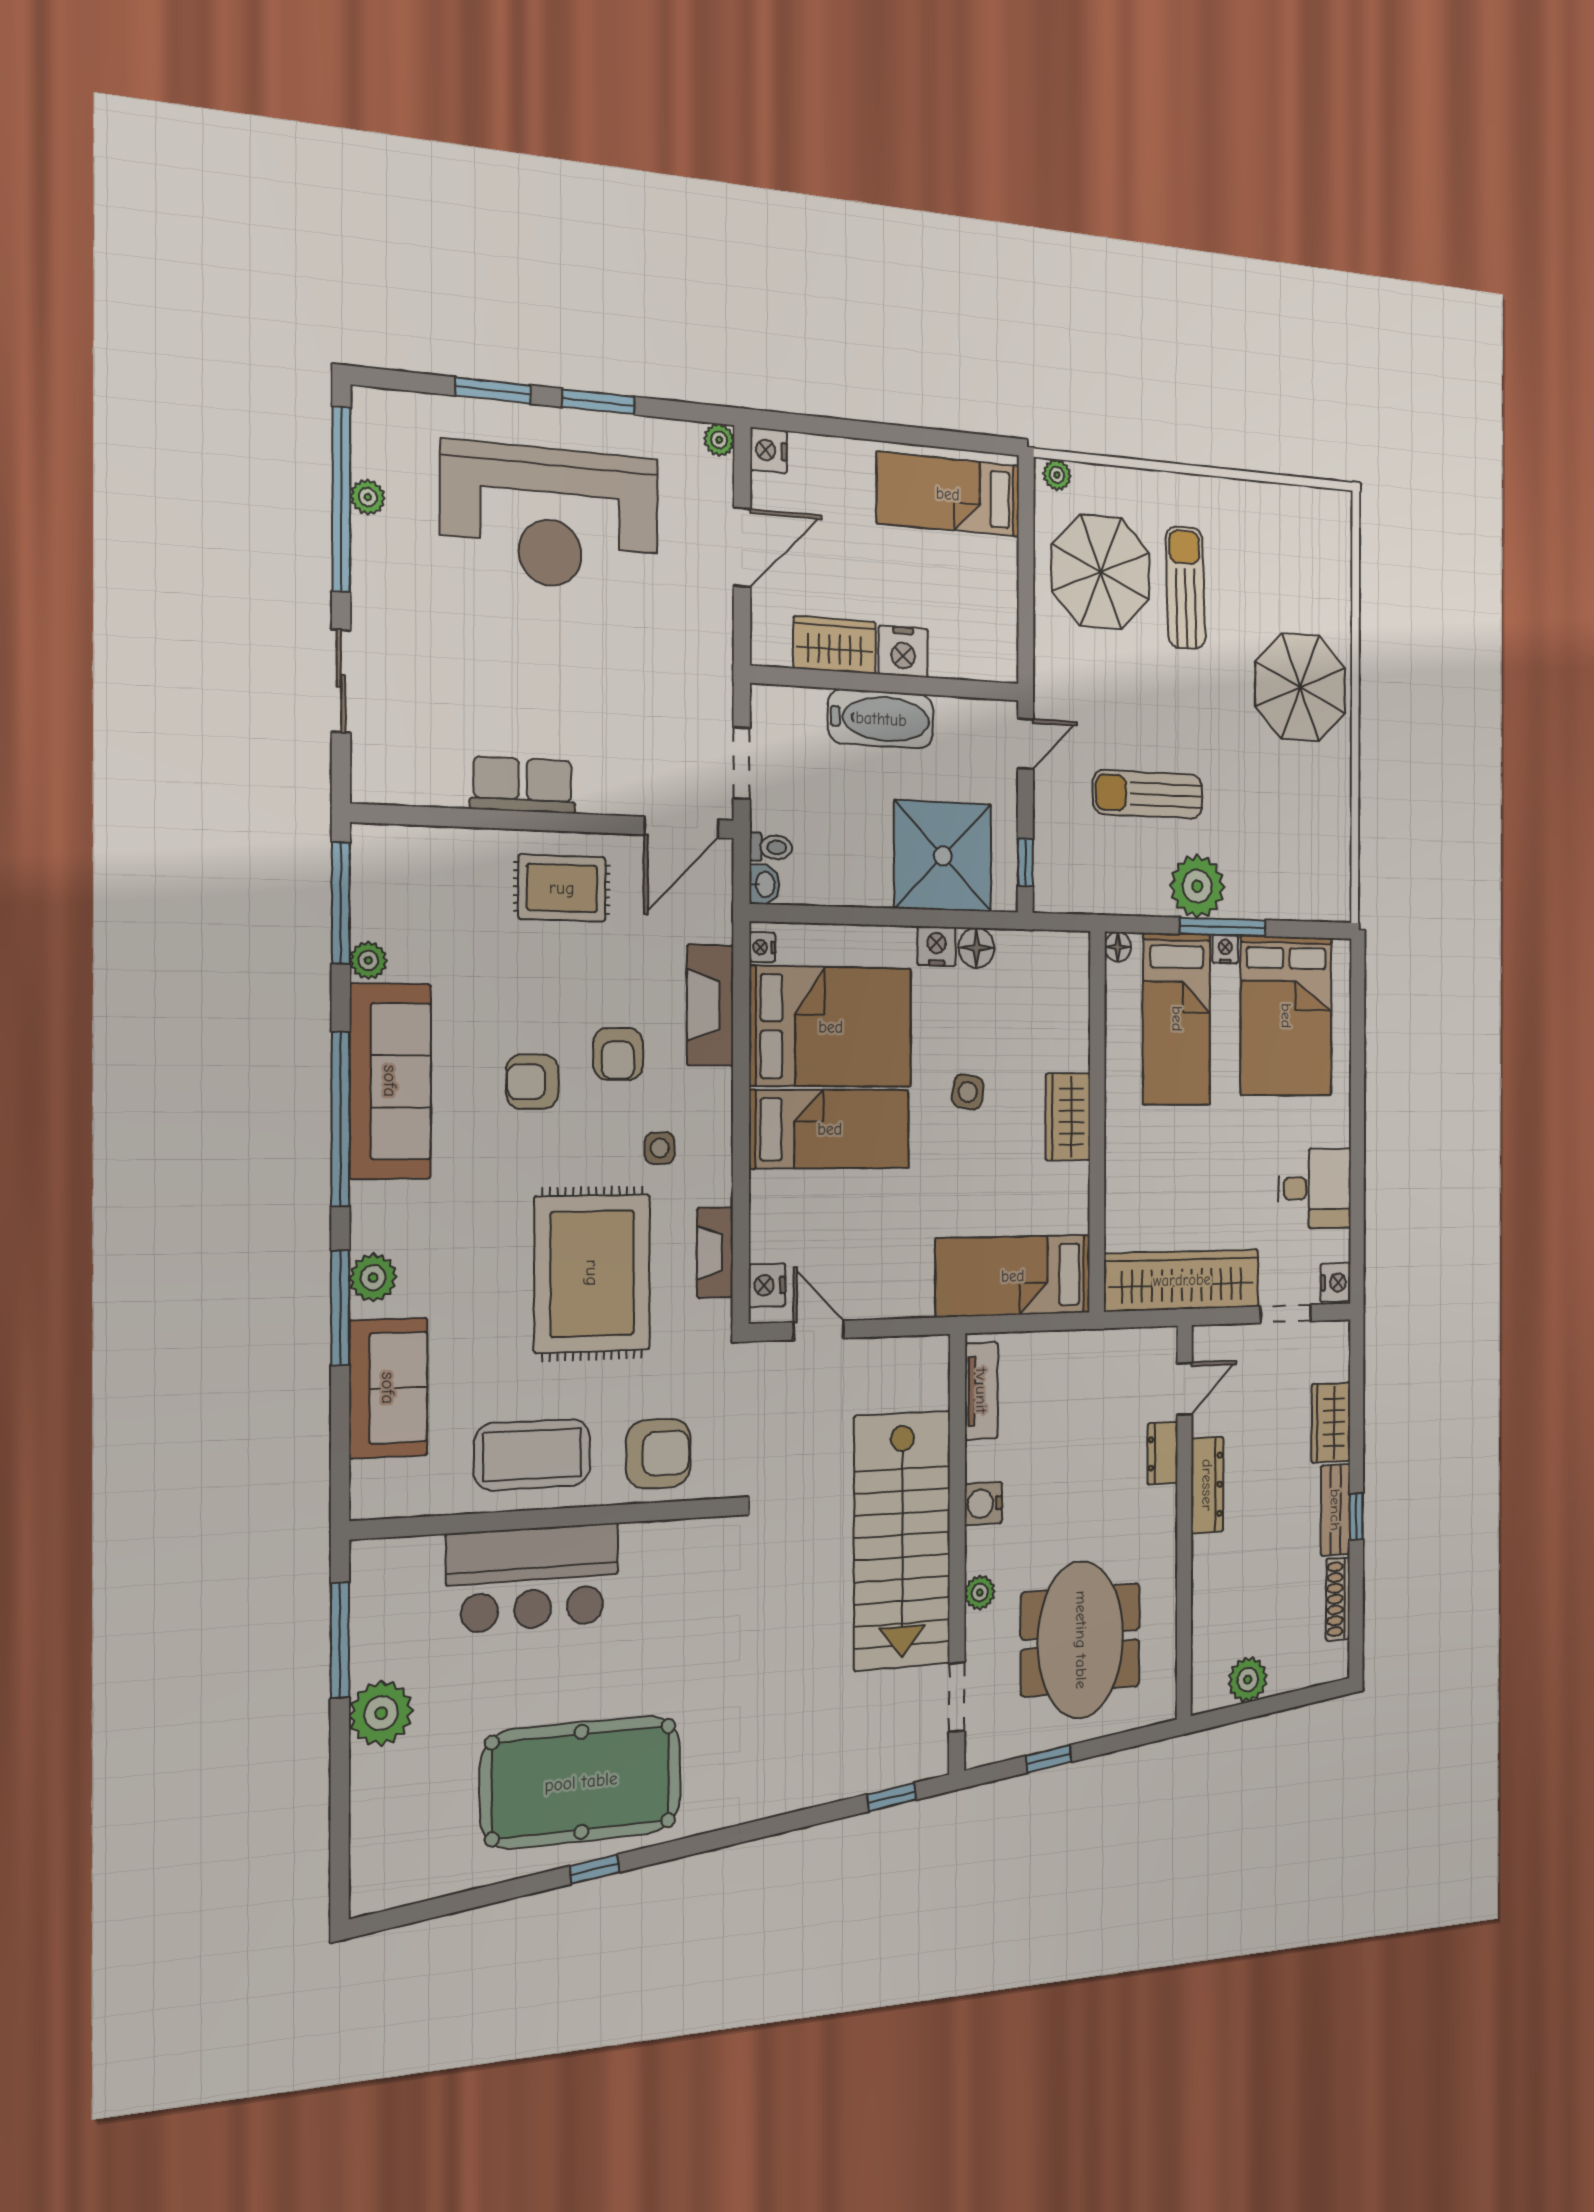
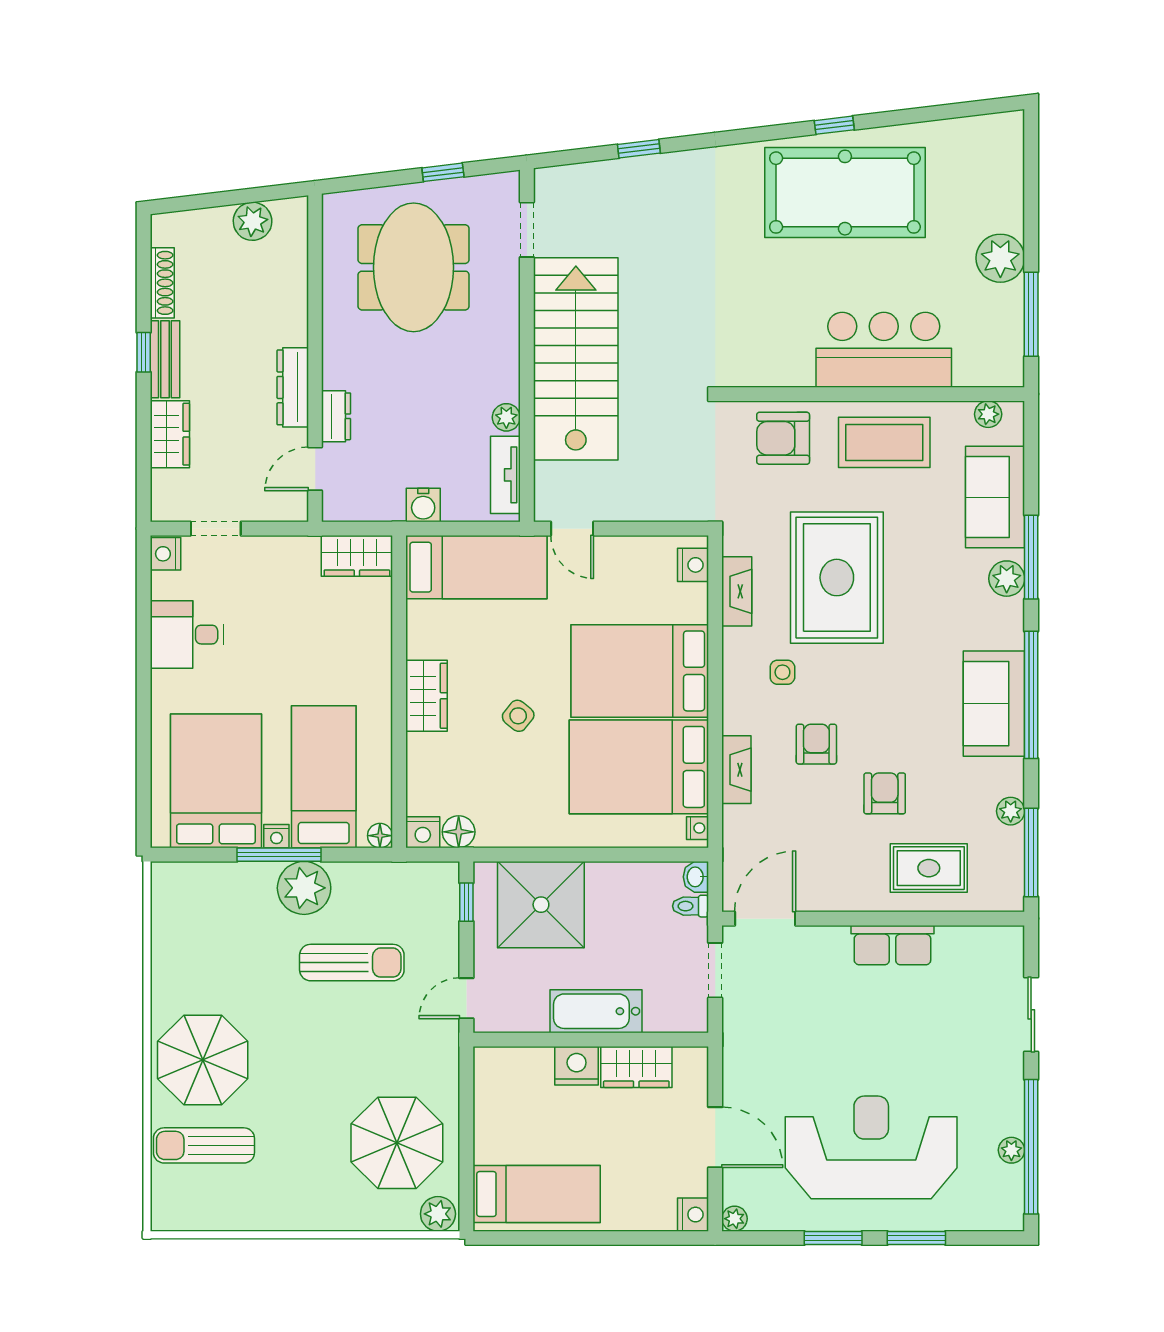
plant: (1057, 475) -> (438, 1214), width x1.38, depth x1.38
door: (742, 547) -> (715, 1137), swing flipped
sun lounger: (1185, 588) -> (204, 1145), moved, turned 92
rug: (562, 888) -> (929, 868), moved
nightstand: (936, 946) -> (423, 832), moved
floor lamp: (976, 948) -> (459, 832), moved
fireplace: (710, 1005) -> (736, 770), width x0.73, depth x0.76
sofa: (390, 1081) -> (994, 704), width x0.73
armchair: (532, 1082) -> (885, 793), moved, turned -90
side table: (968, 1092) -> (518, 716), turned 30
bed: (830, 1129) -> (640, 671), width x1.50
wardrobe: (1182, 1280) -> (357, 556), width x0.48, depth x0.85
door: (819, 1330) -> (572, 529), moved
plant: (398, 1500) -> (988, 414), added
water cooler: (983, 1504) -> (423, 505), moved, turned 90
plant: (980, 1593) -> (506, 417), moved
window: (892, 1797) -> (639, 149), moved

